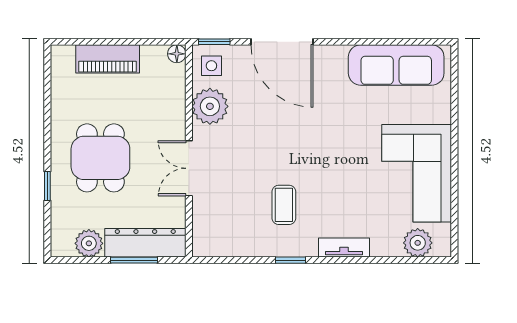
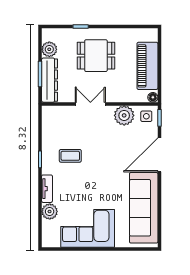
piano: (108, 59) -> (147, 66), width x1.37, depth x1.33
sofa: (396, 65) -> (144, 208), width x1.36, depth x1.27
plant: (418, 243) -> (50, 212), moved

